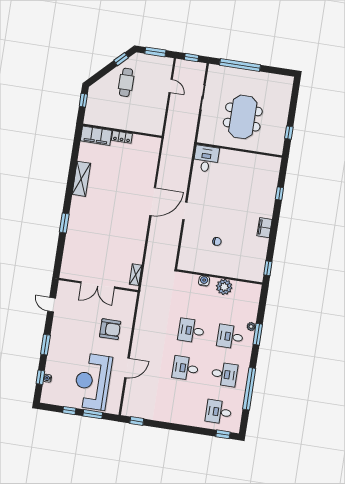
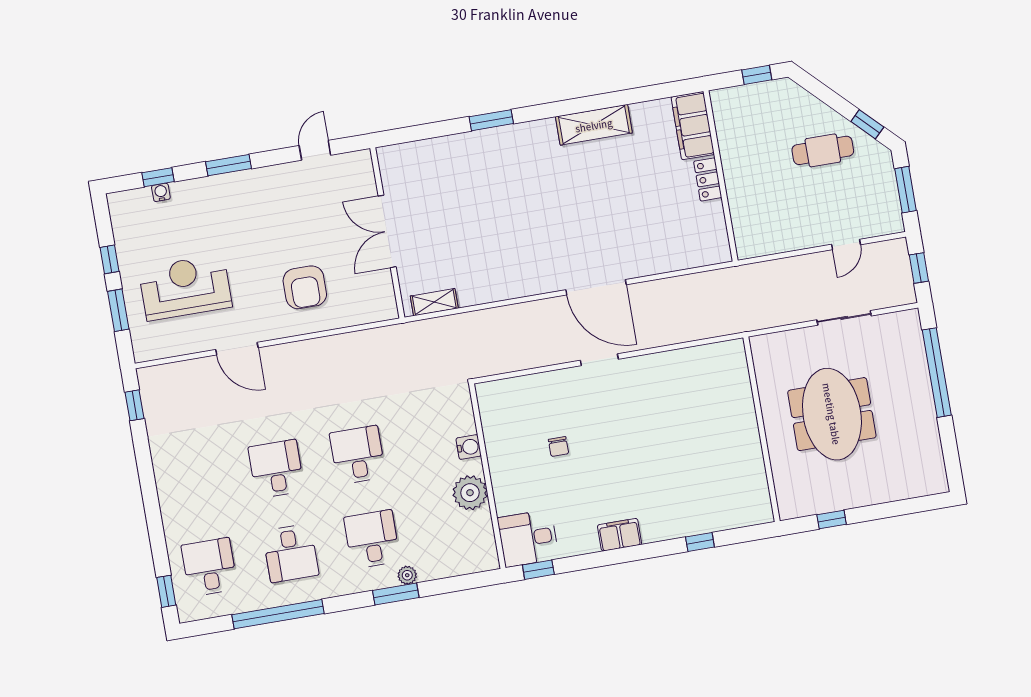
meeting table: (243, 117) -> (832, 414), turned 90
desk: (206, 159) -> (528, 538), moved, turned 180
reception desk: (93, 382) -> (185, 287), width x0.74, depth x0.77

